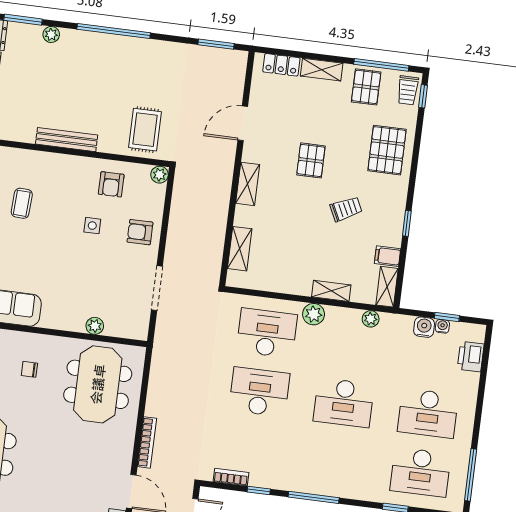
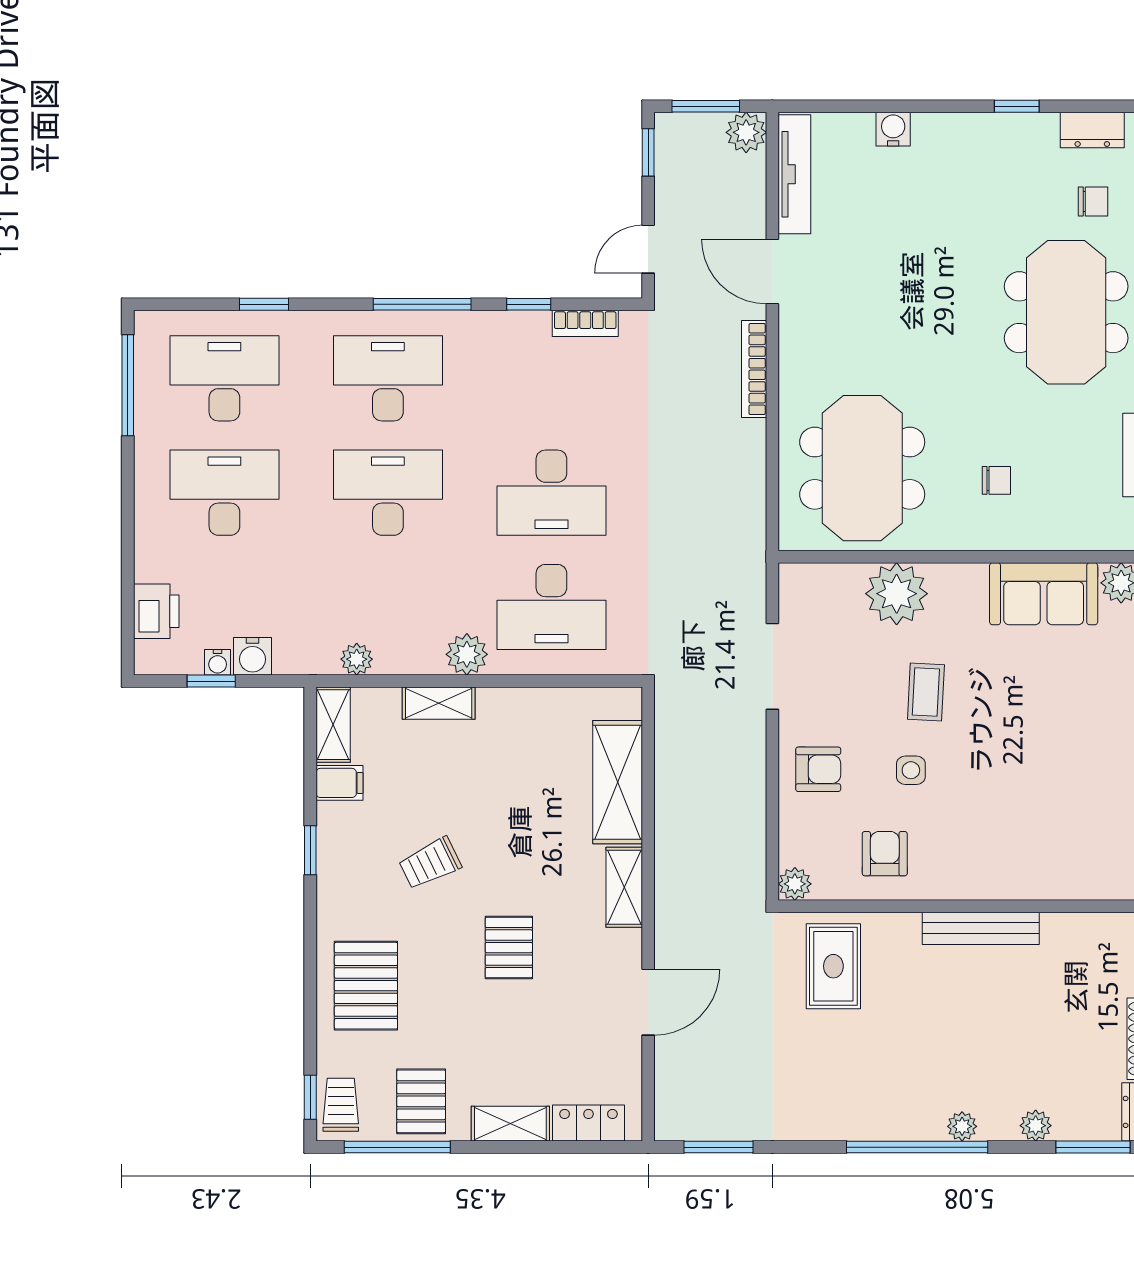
plant: (89, 39) -> (962, 1126), added
coffee table: (22, 203) -> (926, 692), moved
shelving: (240, 249) -> (618, 782), width x1.50, depth x1.33
plant: (95, 326) -> (897, 594), width x1.87, depth x1.87
desk: (336, 461) -> (388, 378), added

